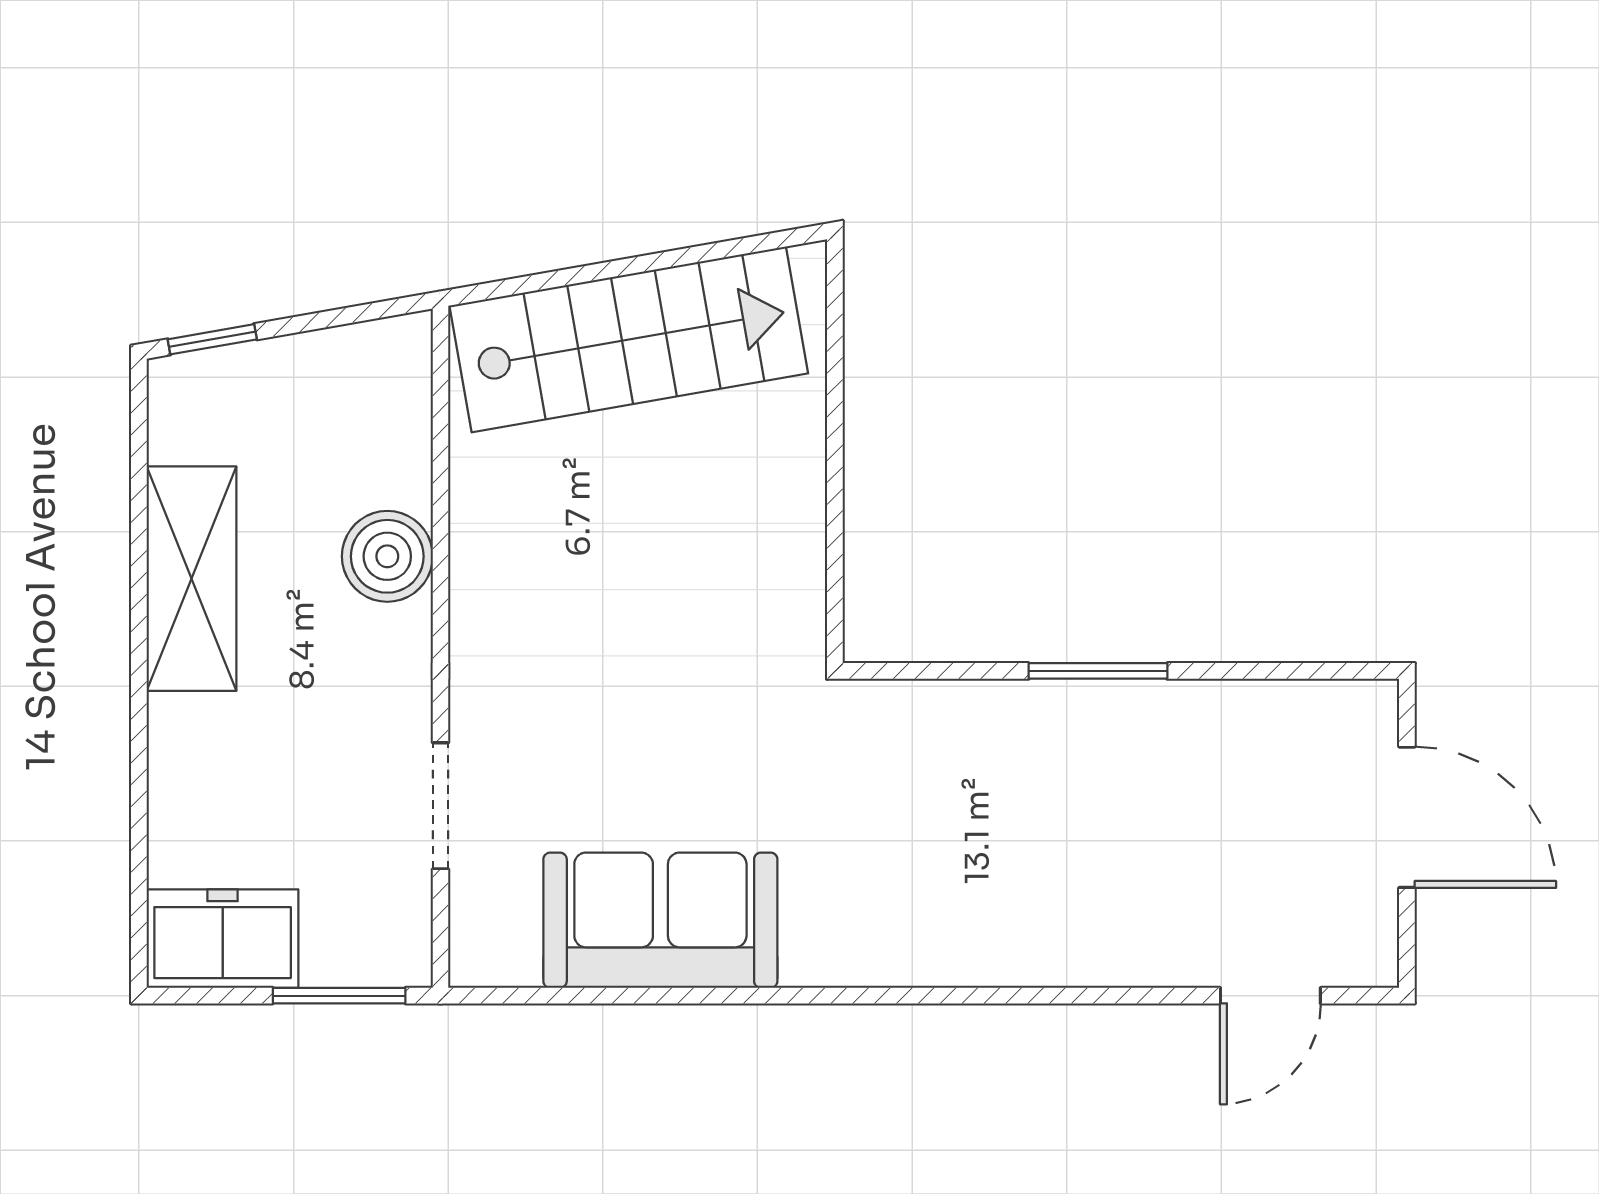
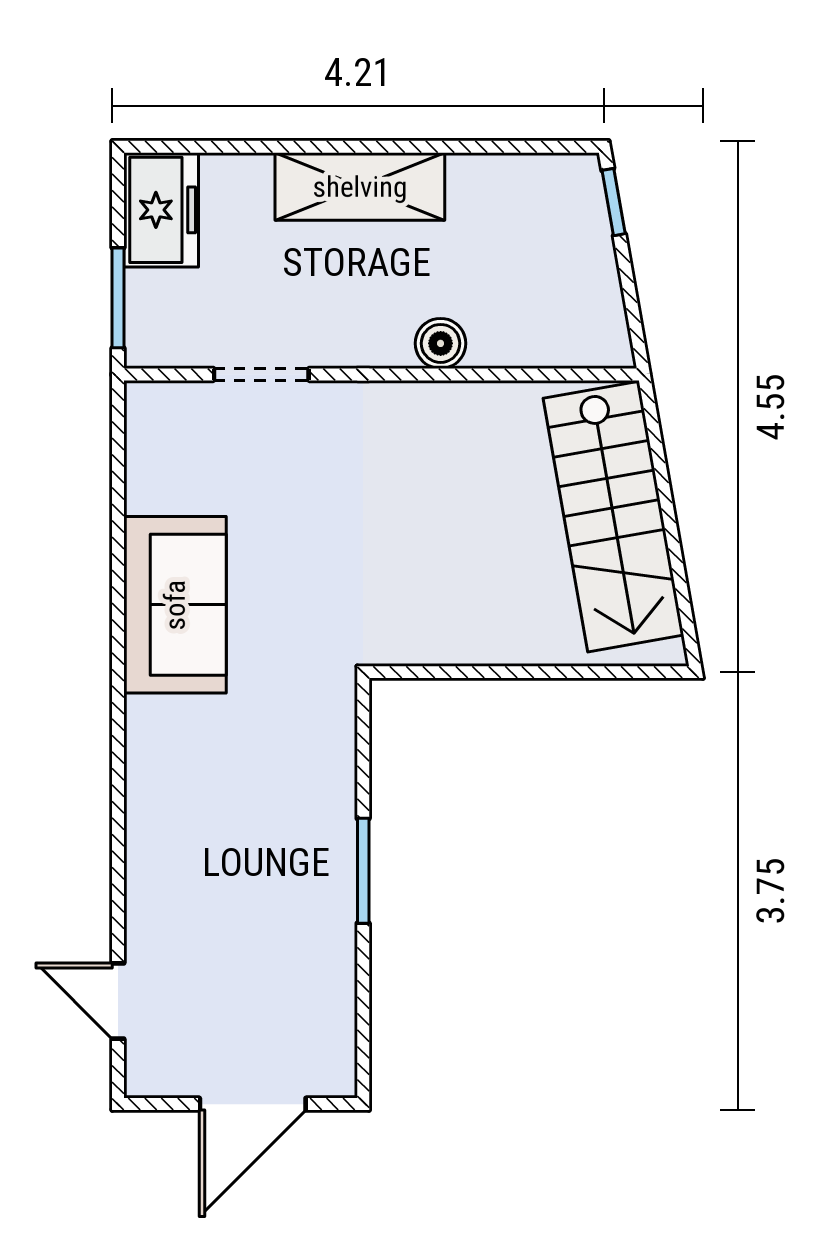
boiler: (387, 556) -> (441, 343), width x0.73, depth x0.73
shelving: (192, 579) -> (360, 187), moved
sofa: (660, 920) -> (175, 605), moved

